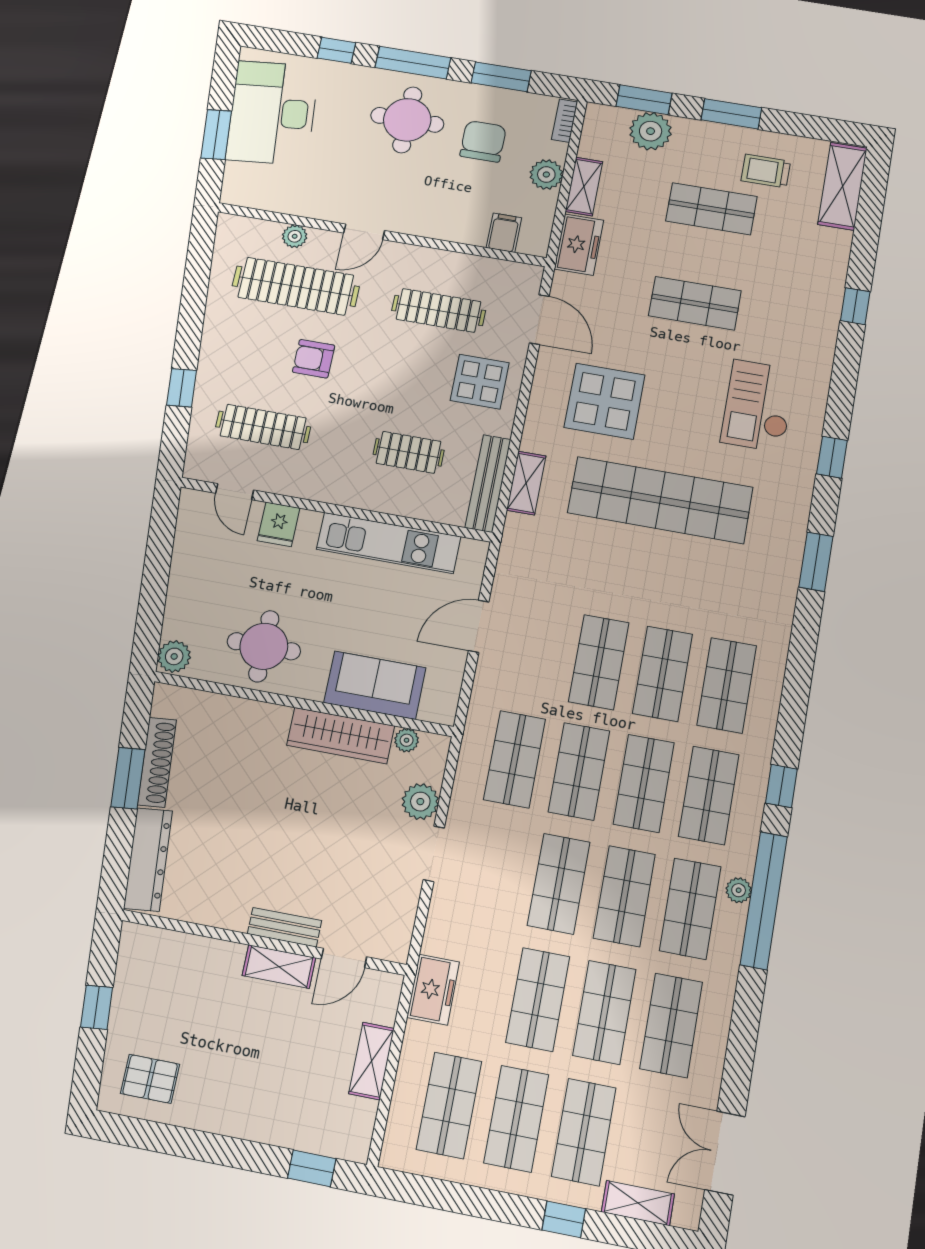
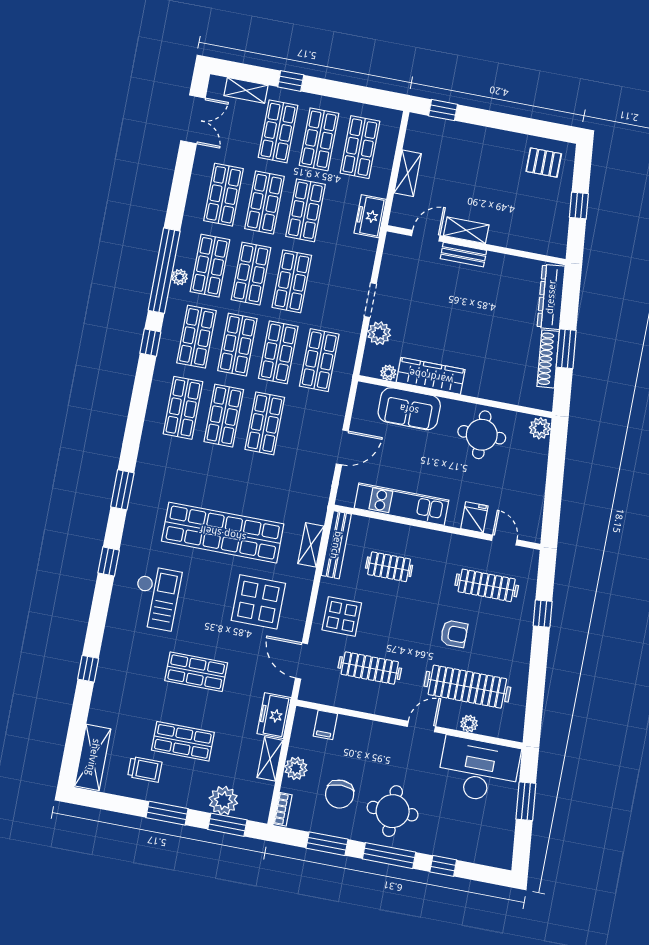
desk: (272, 113) -> (479, 770), moved, turned -84

